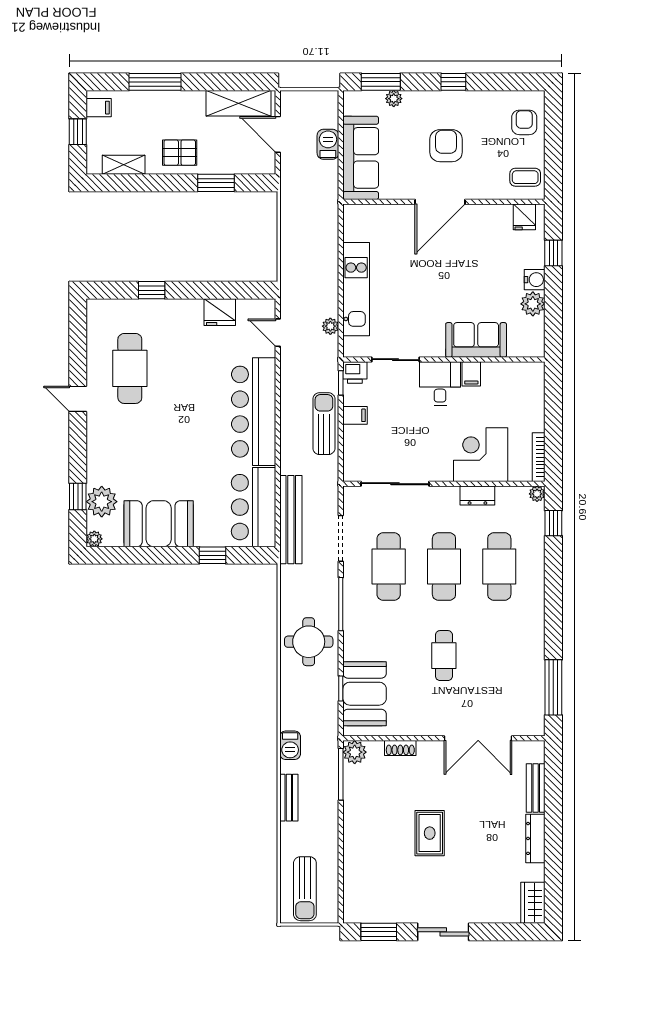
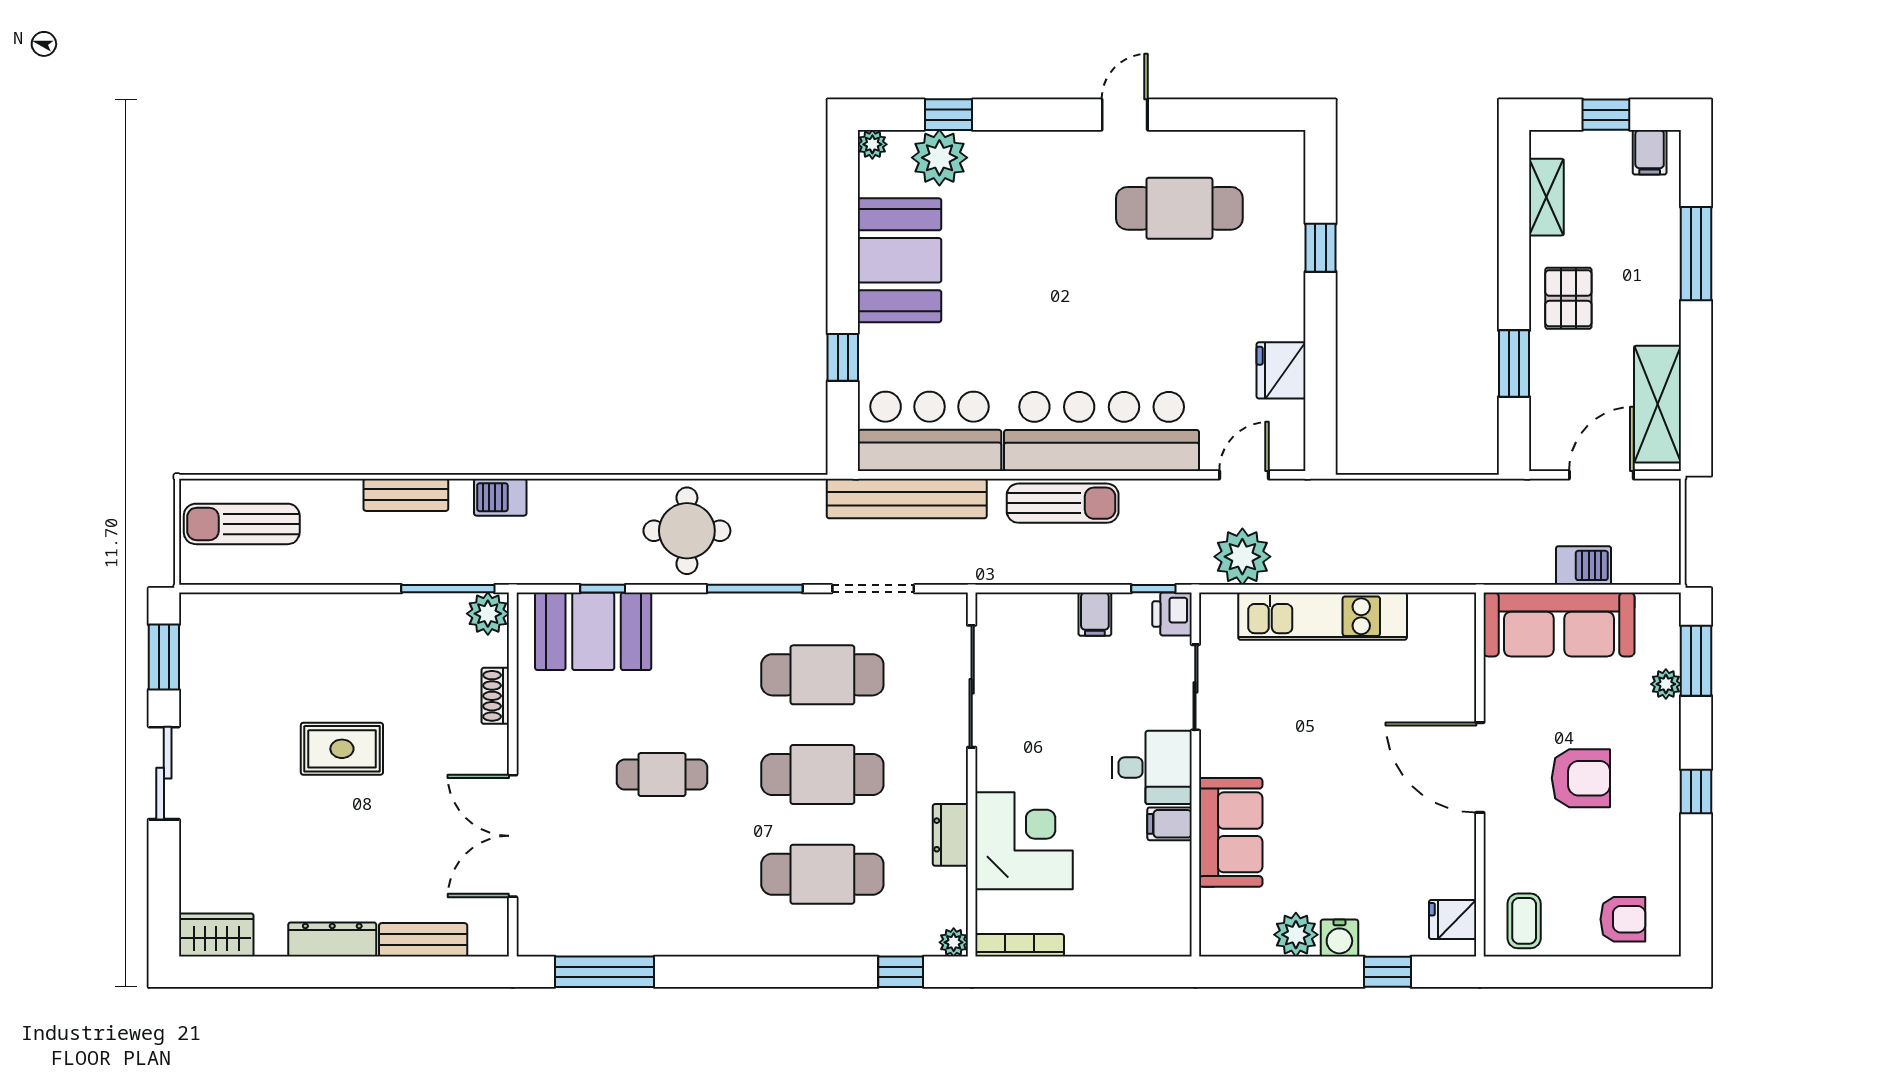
plant: (330, 326) -> (1242, 557), width x1.88, depth x1.88
sun lounger: (324, 424) -> (1063, 503), moved

